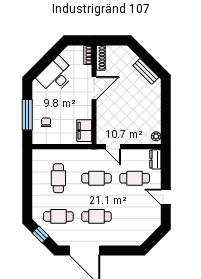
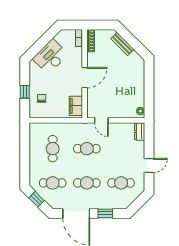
bench: (146, 71) -> (122, 44), moved
door: (94, 88) -> (85, 78), moved
window: (27, 115) -> (25, 92), width x0.46
cafe table: (135, 178) -> (121, 183), moved
door: (166, 197) -> (149, 165), swing flipped
window: (117, 250) -> (105, 213), added

